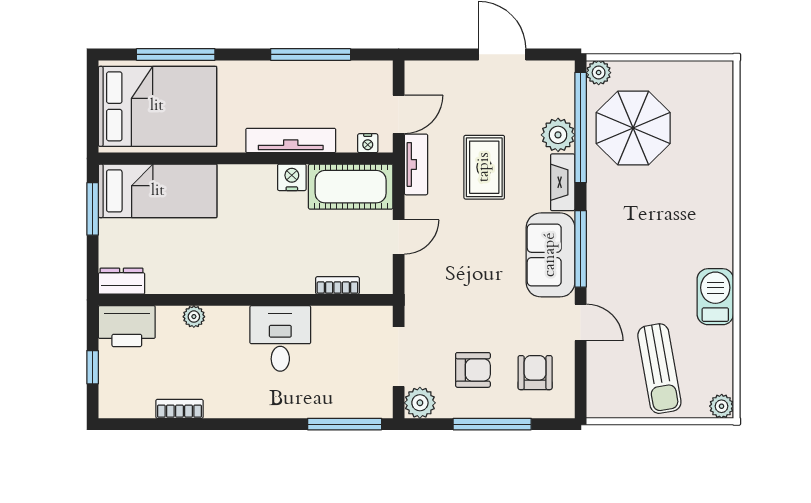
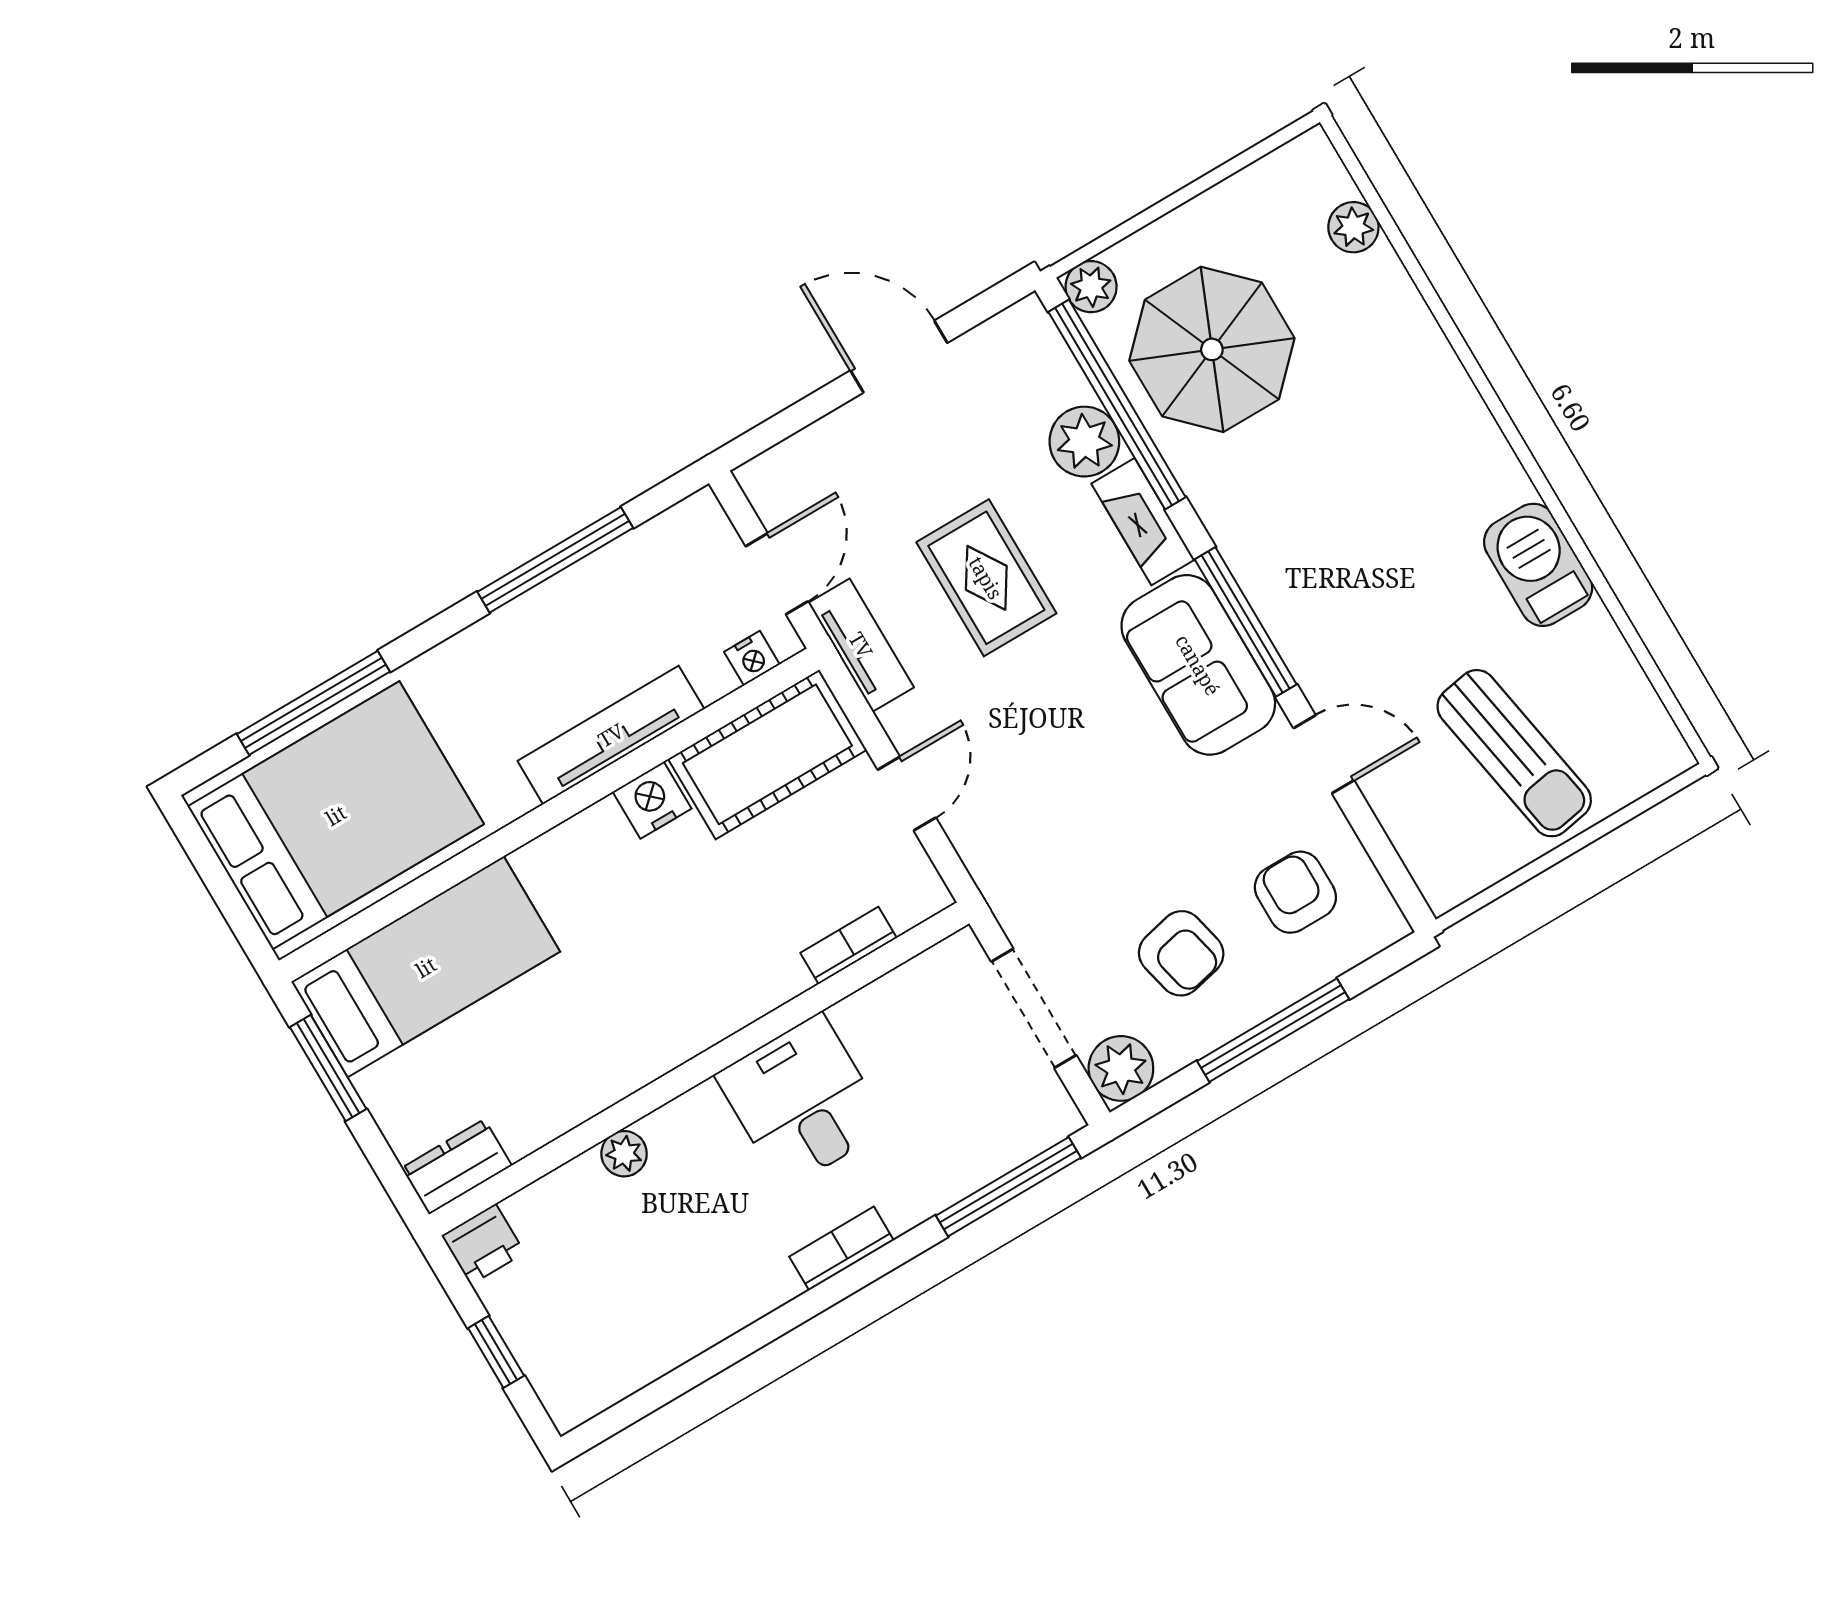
printer: (127, 326) -> (483, 1244), width x0.53, depth x0.68
armchair: (473, 370) -> (1181, 953), turned 77
plant: (722, 406) -> (1353, 227), moved
bookcase: (179, 409) -> (841, 1248), moved

